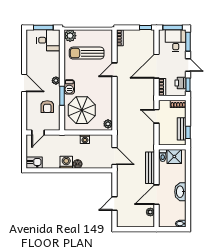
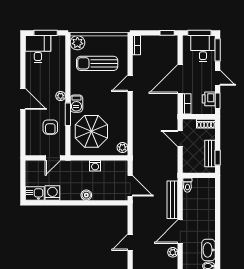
desk: (48, 40) -> (38, 49), moved, turned -90
door: (38, 133) -> (53, 158), moved
shower: (174, 157) -> (201, 186), removed
washing machine: (66, 162) -> (52, 193), moved
washbasin: (180, 192) -> (209, 250), moved

